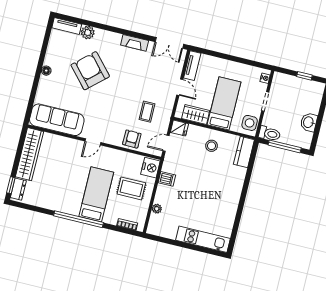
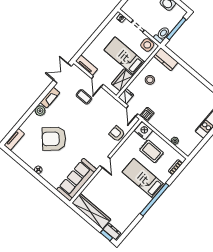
plant: (88, 33) -> (40, 111), moved
double door: (169, 43) -> (62, 73), swing flipped
door: (180, 87) -> (97, 81), swing flipped
coffee table: (147, 112) -> (84, 97), moved
dishwasher: (167, 179) -> (147, 114), moved
rug: (131, 188) -> (151, 151), turned 90

